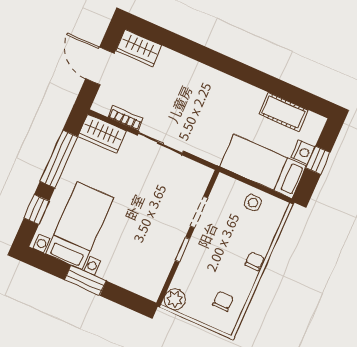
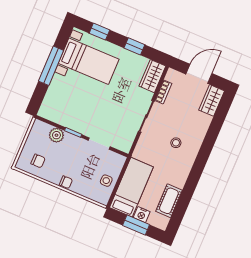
stool: (200, 101) -> (176, 143), added
window: (59, 159) -> (134, 46), width x0.46
window: (318, 160) -> (136, 225), width x1.50
window: (85, 280) -> (51, 66), width x1.44
plant: (175, 299) -> (56, 135), moved

